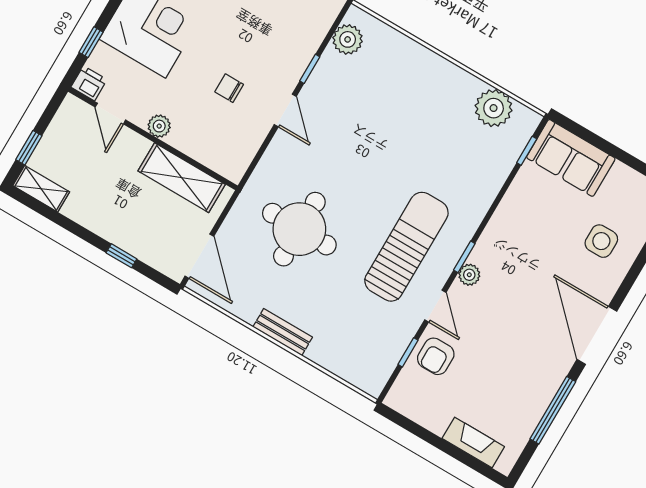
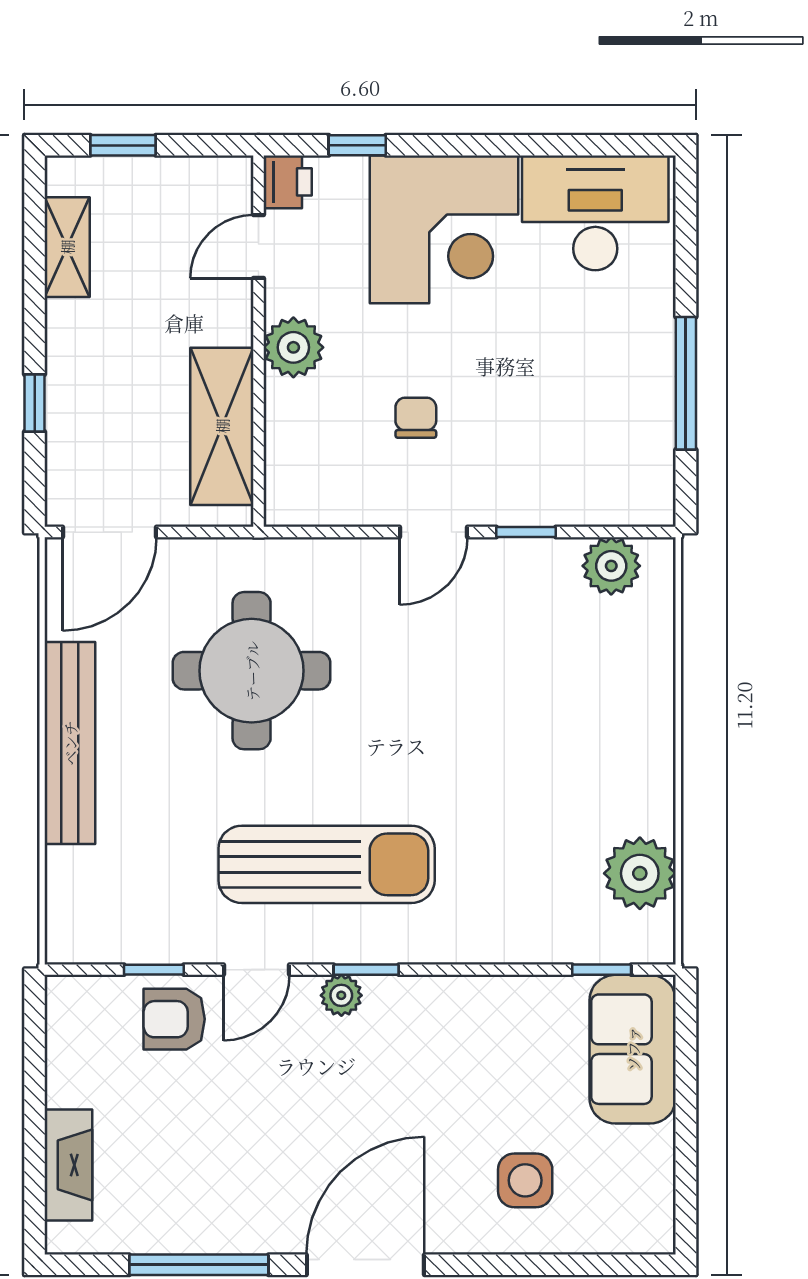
plant: (159, 126) -> (293, 347), width x1.38, depth x1.38
shelving: (41, 189) -> (67, 247), moved
bench: (283, 332) -> (70, 743), width x1.86, depth x1.21

